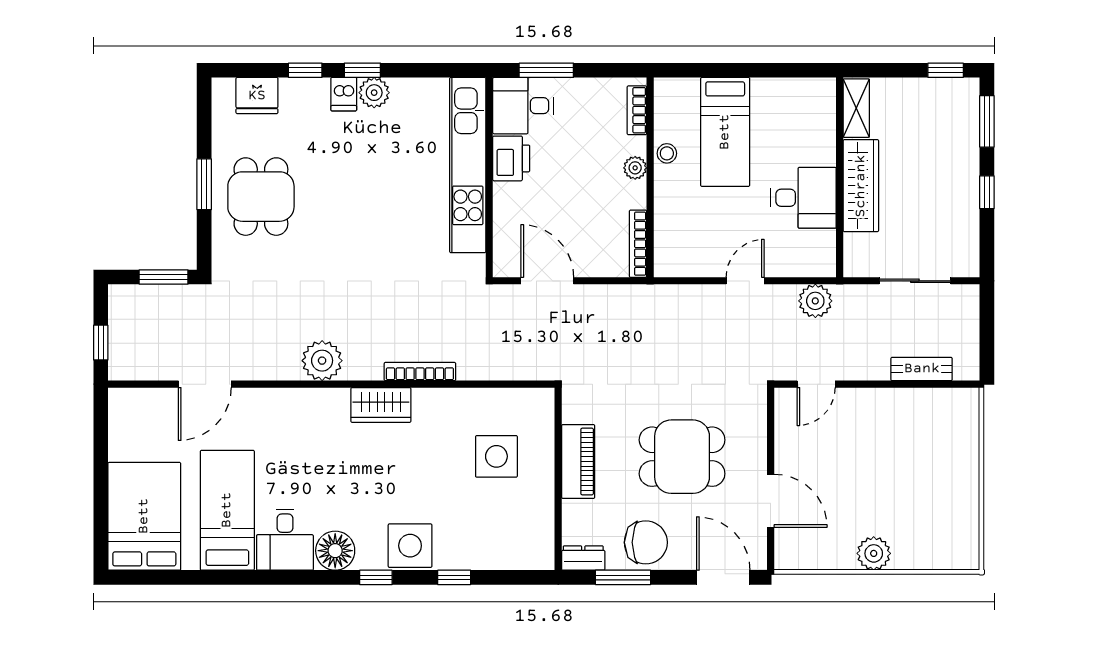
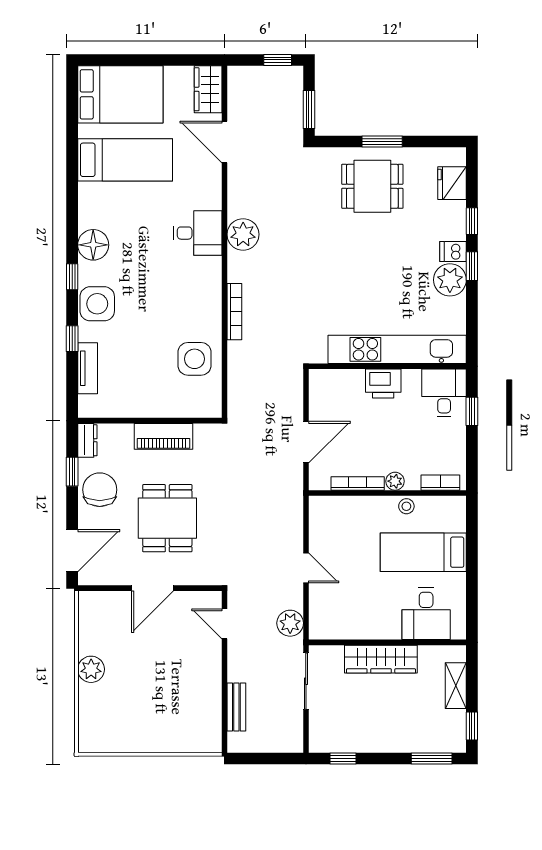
window: (546, 70) -> (472, 411), width x0.67
plant: (374, 93) -> (450, 280), width x1.36, depth x1.36
shelving: (856, 108) -> (456, 686), moved, turned 90
printer: (511, 158) -> (383, 384), moved
window: (987, 192) -> (343, 759), moved
desk: (803, 198) -> (426, 614), moved
bookcase: (638, 244) -> (358, 484), moved
door: (547, 281) -> (306, 442), moved
sliding door: (915, 281) -> (306, 681), moved
window: (101, 343) -> (278, 60), moved
wardrobe: (381, 405) -> (208, 89), moved
side table: (496, 456) -> (195, 359), moved
door: (771, 501) -> (153, 588), moved
desk: (285, 540) -> (198, 233), moved, turned 180
chair: (646, 542) -> (100, 490), turned 180
tv unit: (492, 558) -> (88, 368), added
window: (623, 577) -> (72, 472), width x0.67

